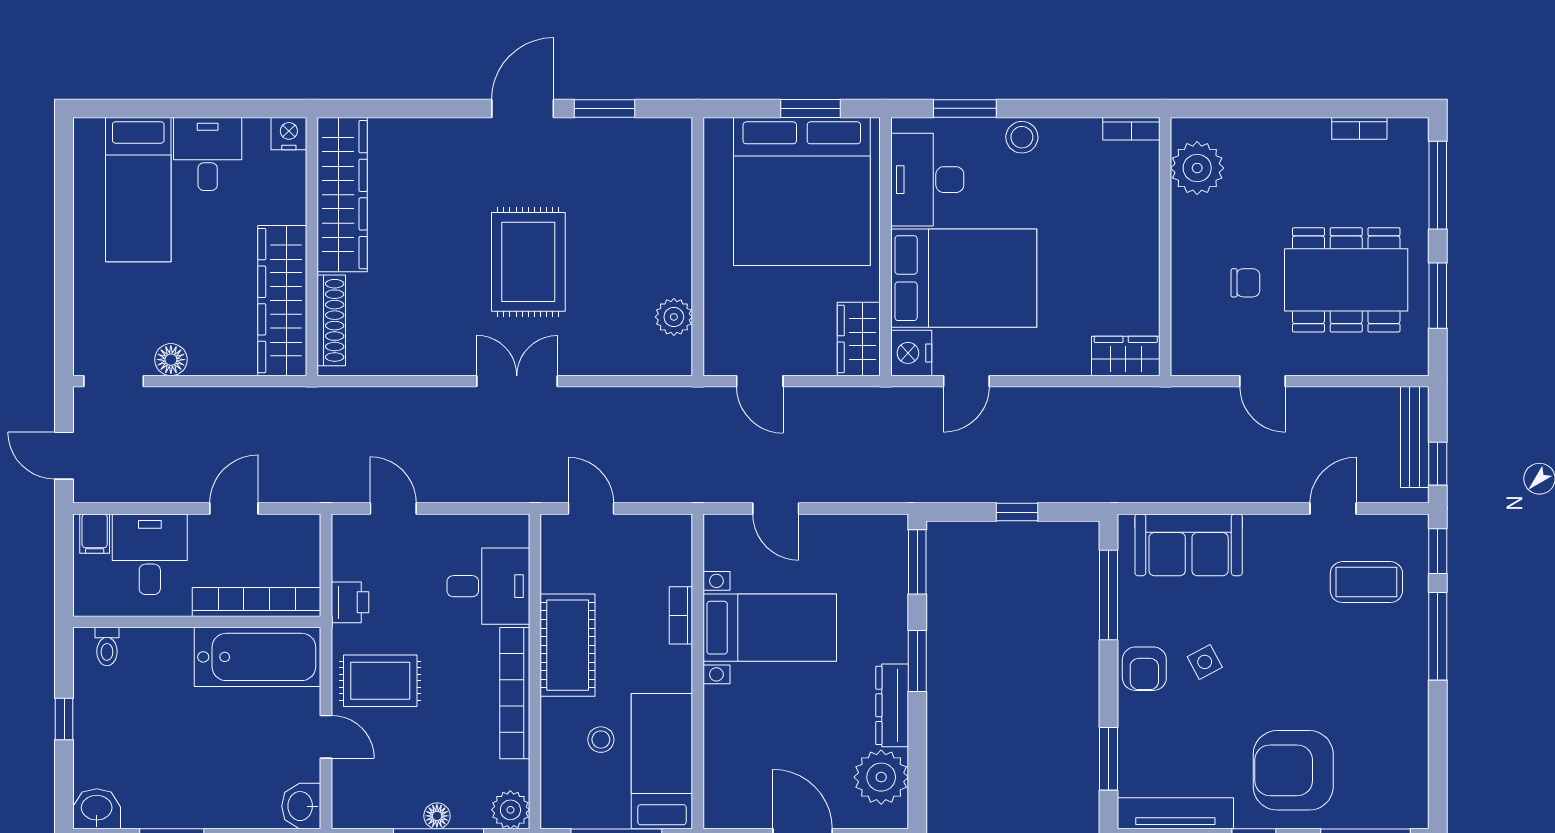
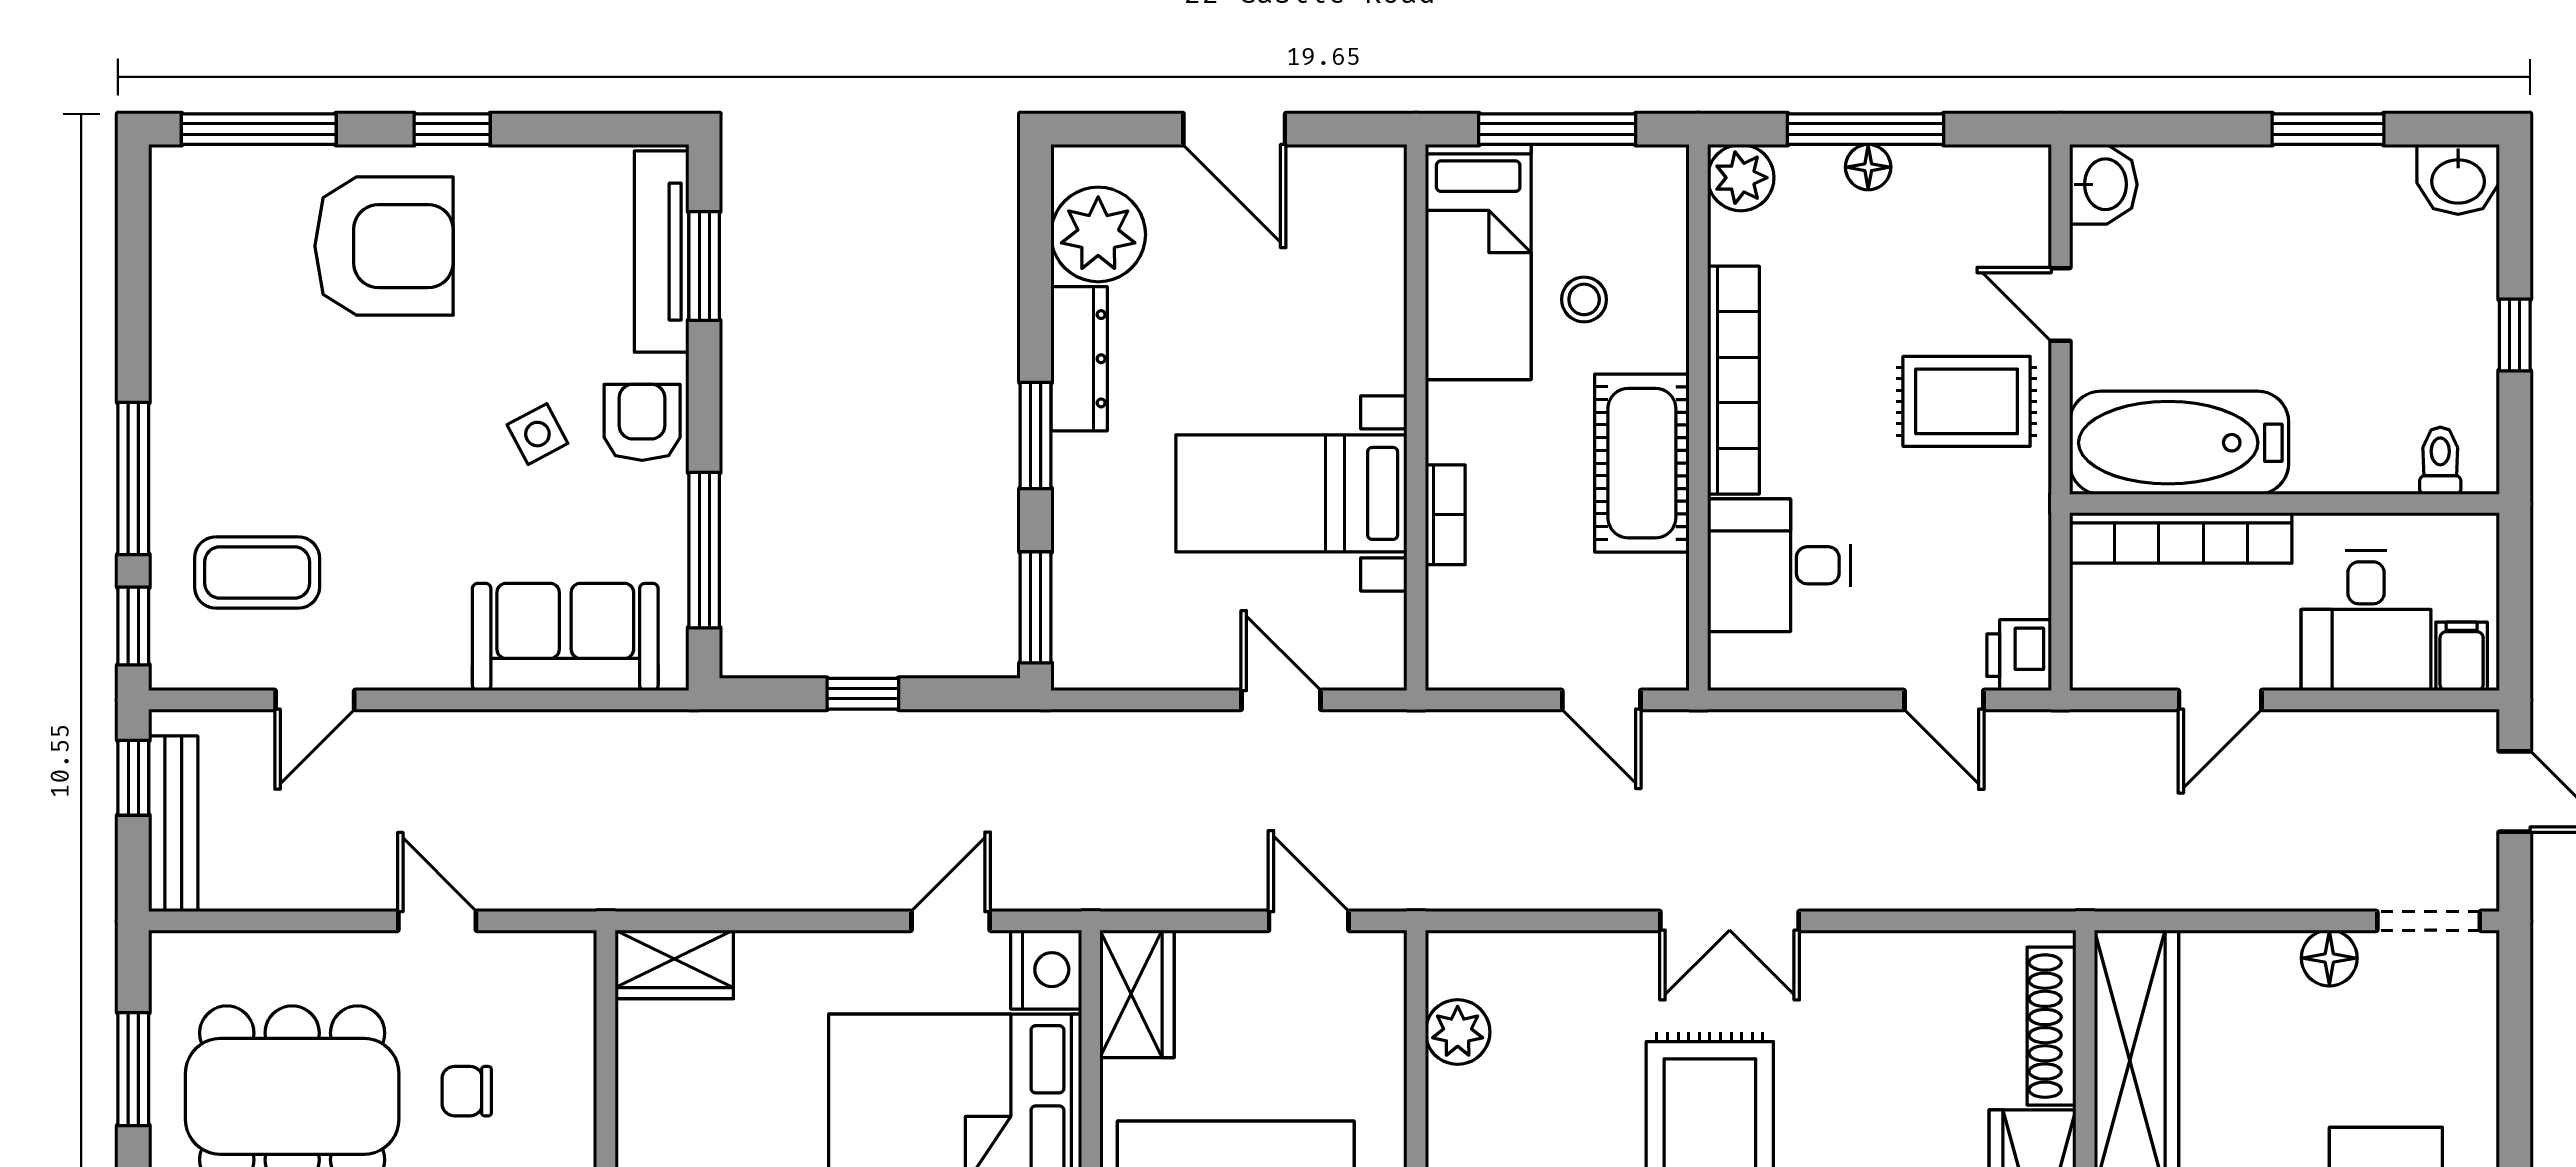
printer: (350, 602) -> (2019, 655), moved
tv unit: (1175, 813) -> (662, 252), moved, turned 90

